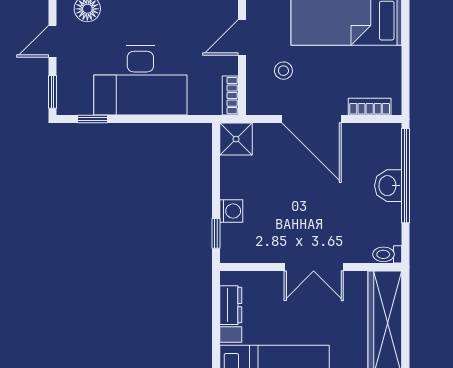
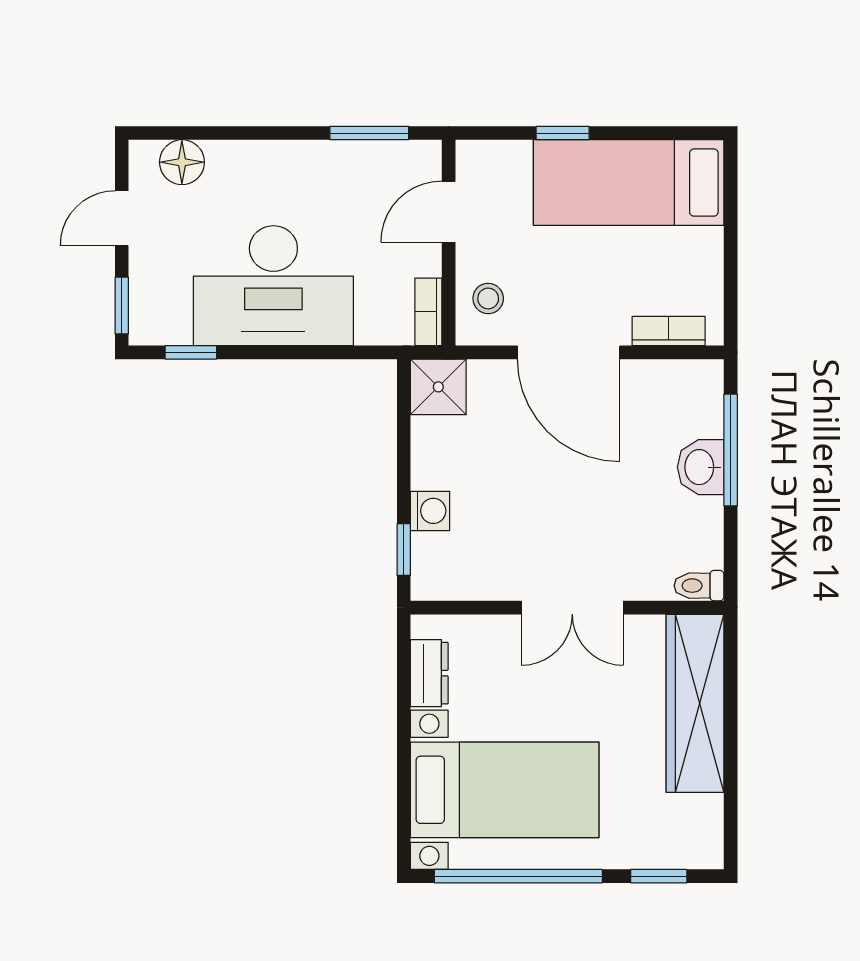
stool: (283, 71) -> (488, 298), moved
window: (406, 176) -> (731, 450), width x0.68

